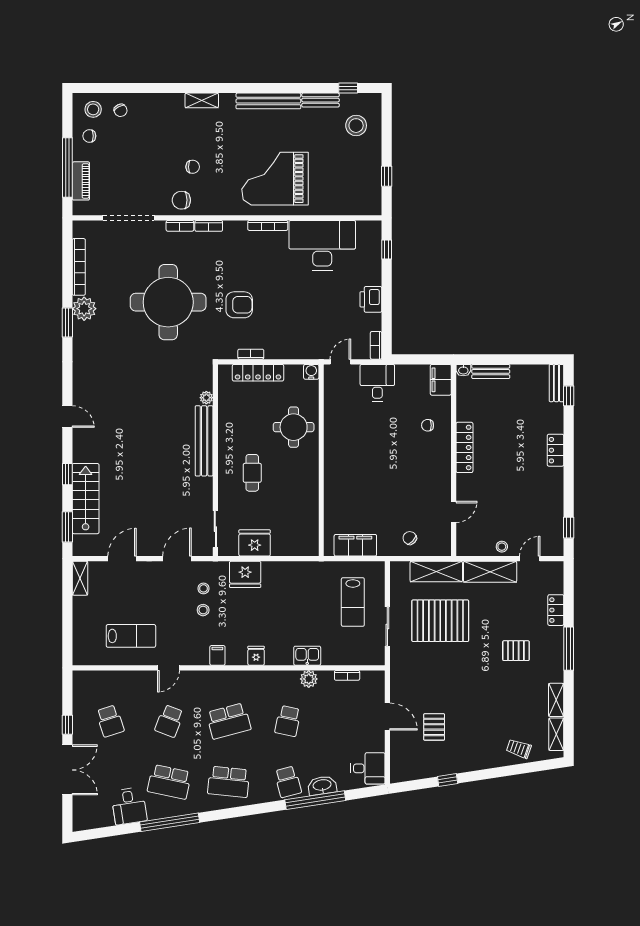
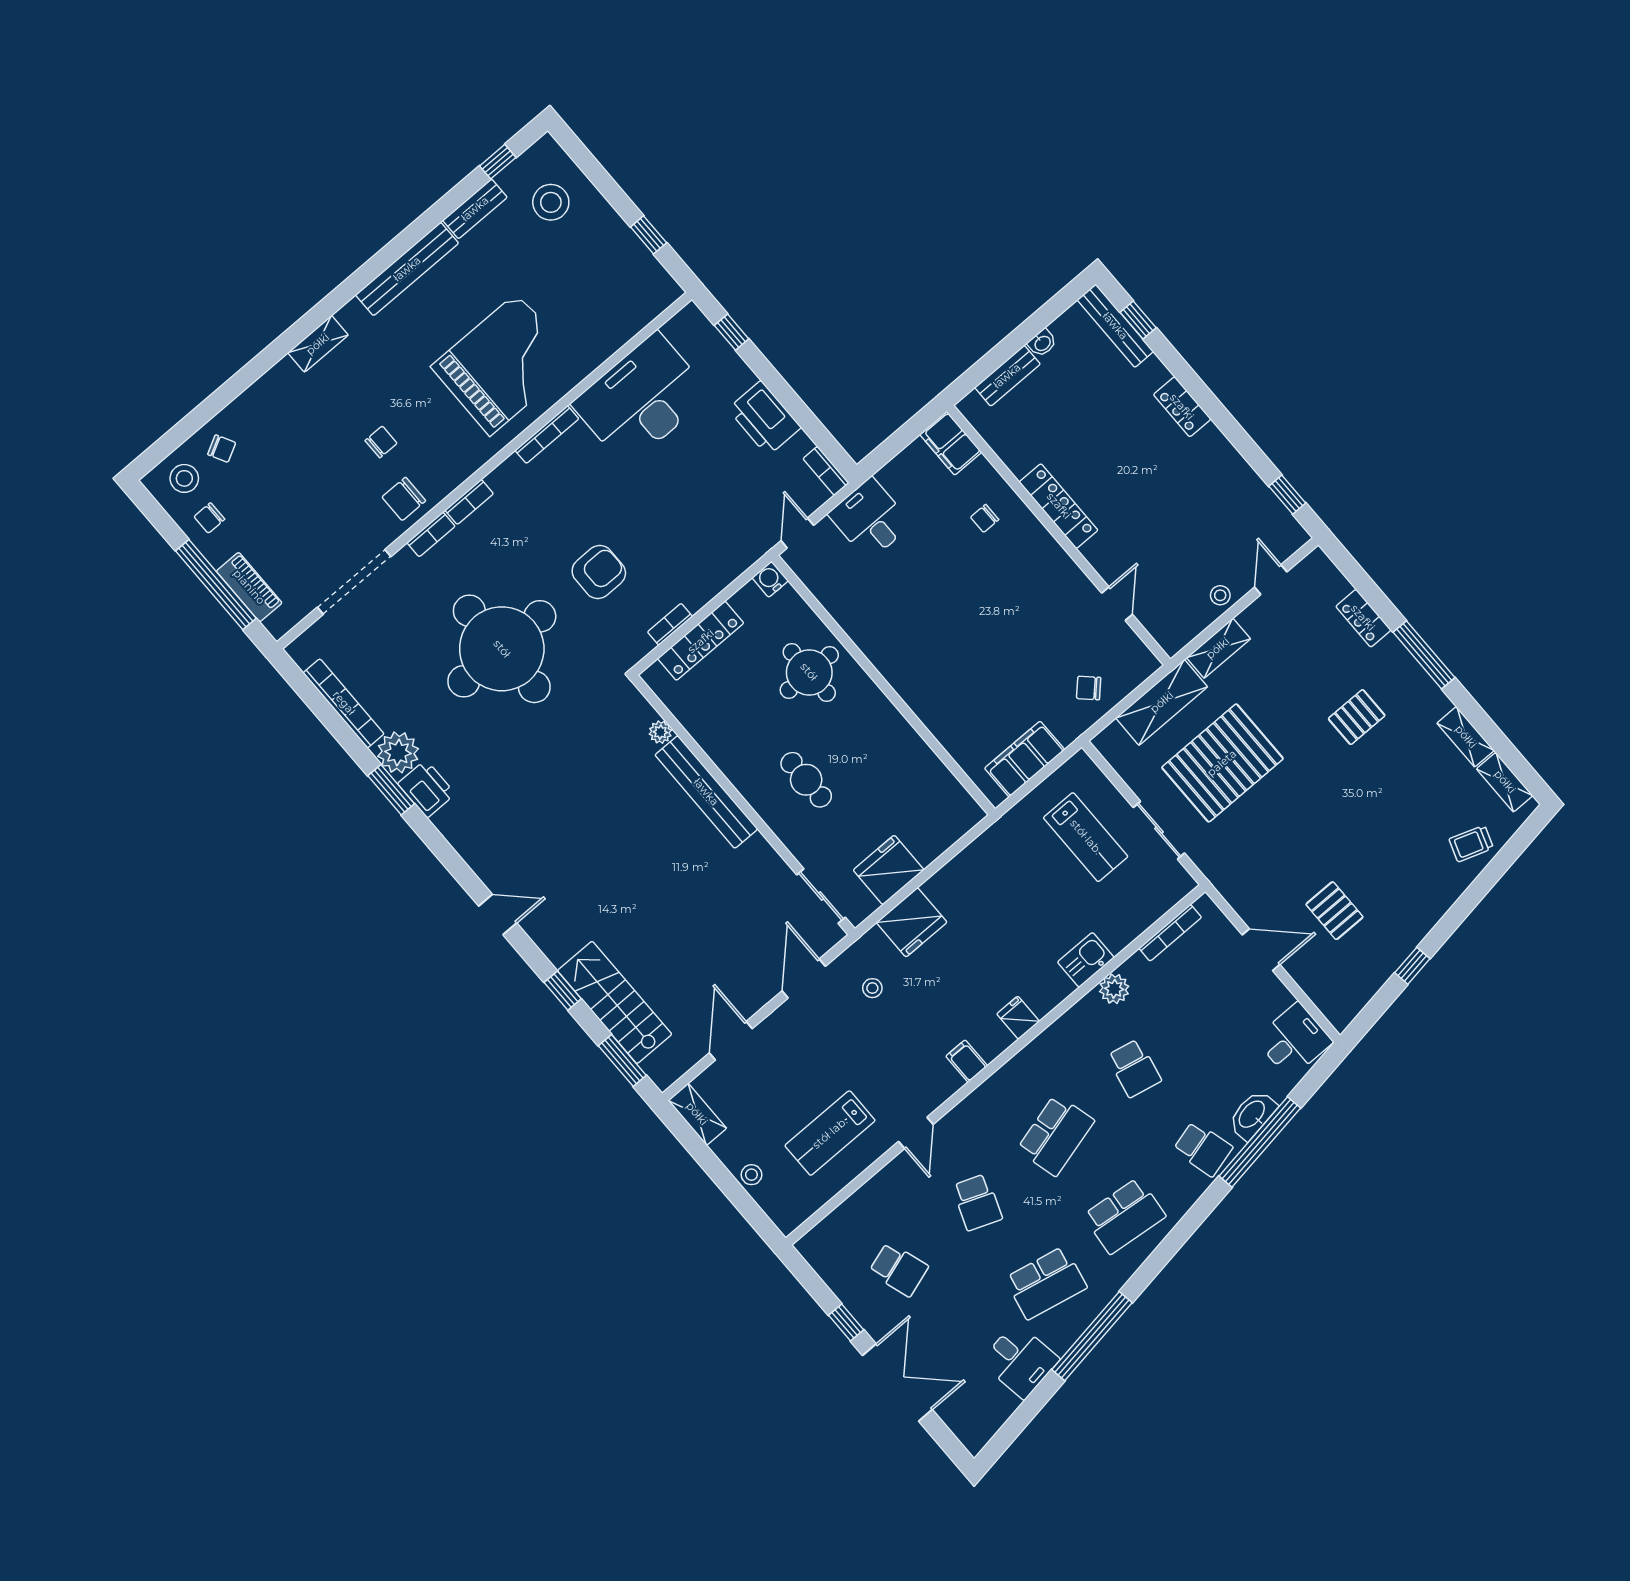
grand piano: (275, 179) -> (504, 364), turned 180
printer: (371, 299) -> (764, 418), width x1.37, depth x1.19
printer: (83, 335) -> (427, 789), added
washbasin: (463, 370) -> (1042, 343), moved
bench: (556, 383) -> (1115, 326), width x1.36
shelving: (490, 572) -> (1218, 648), width x0.67, depth x0.75
stool: (203, 610) -> (751, 1175), moved
lab bench: (131, 636) -> (830, 1133), turned 180
bookcase: (347, 675) -> (1170, 933), width x1.56

